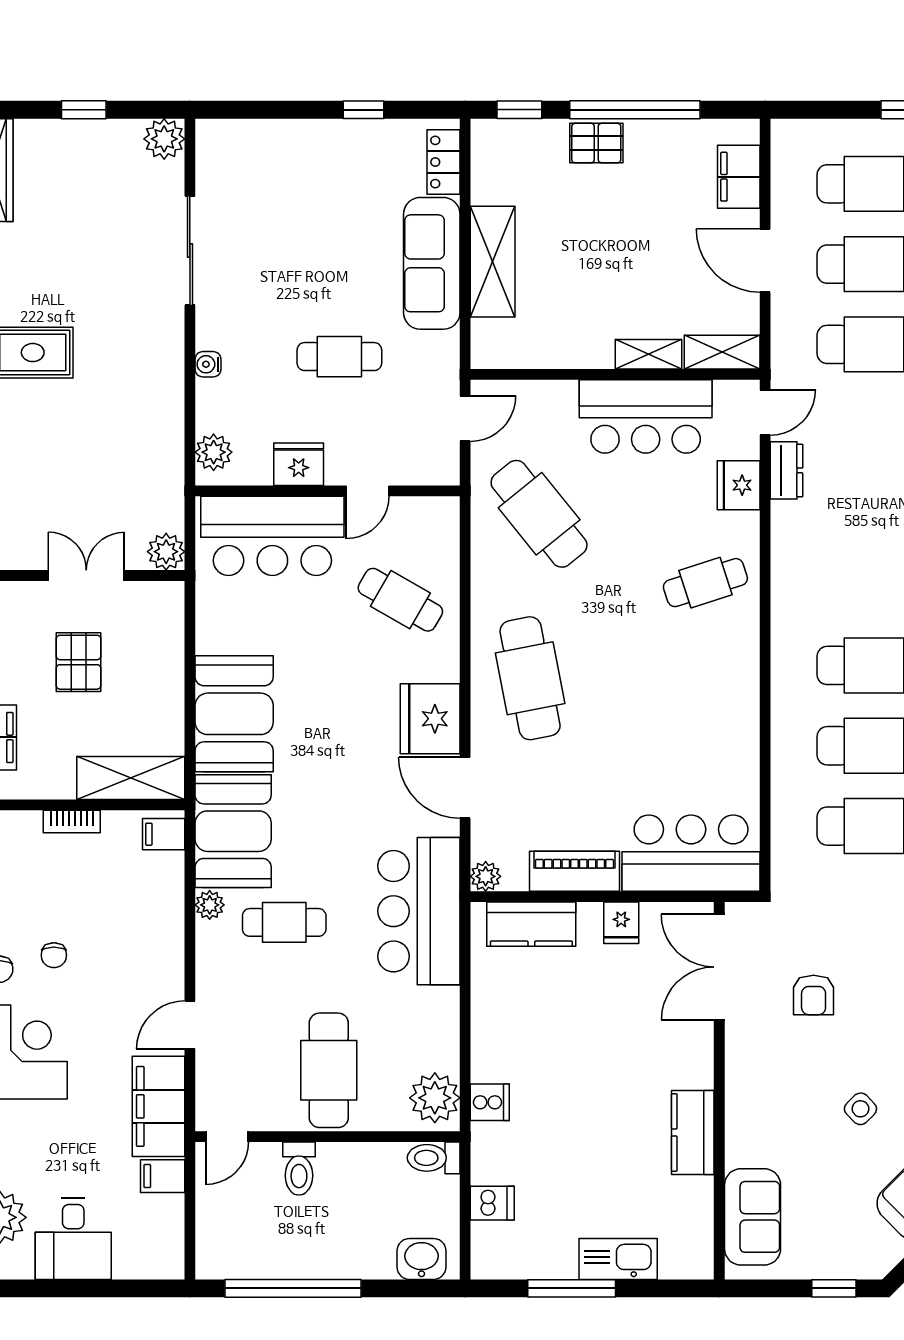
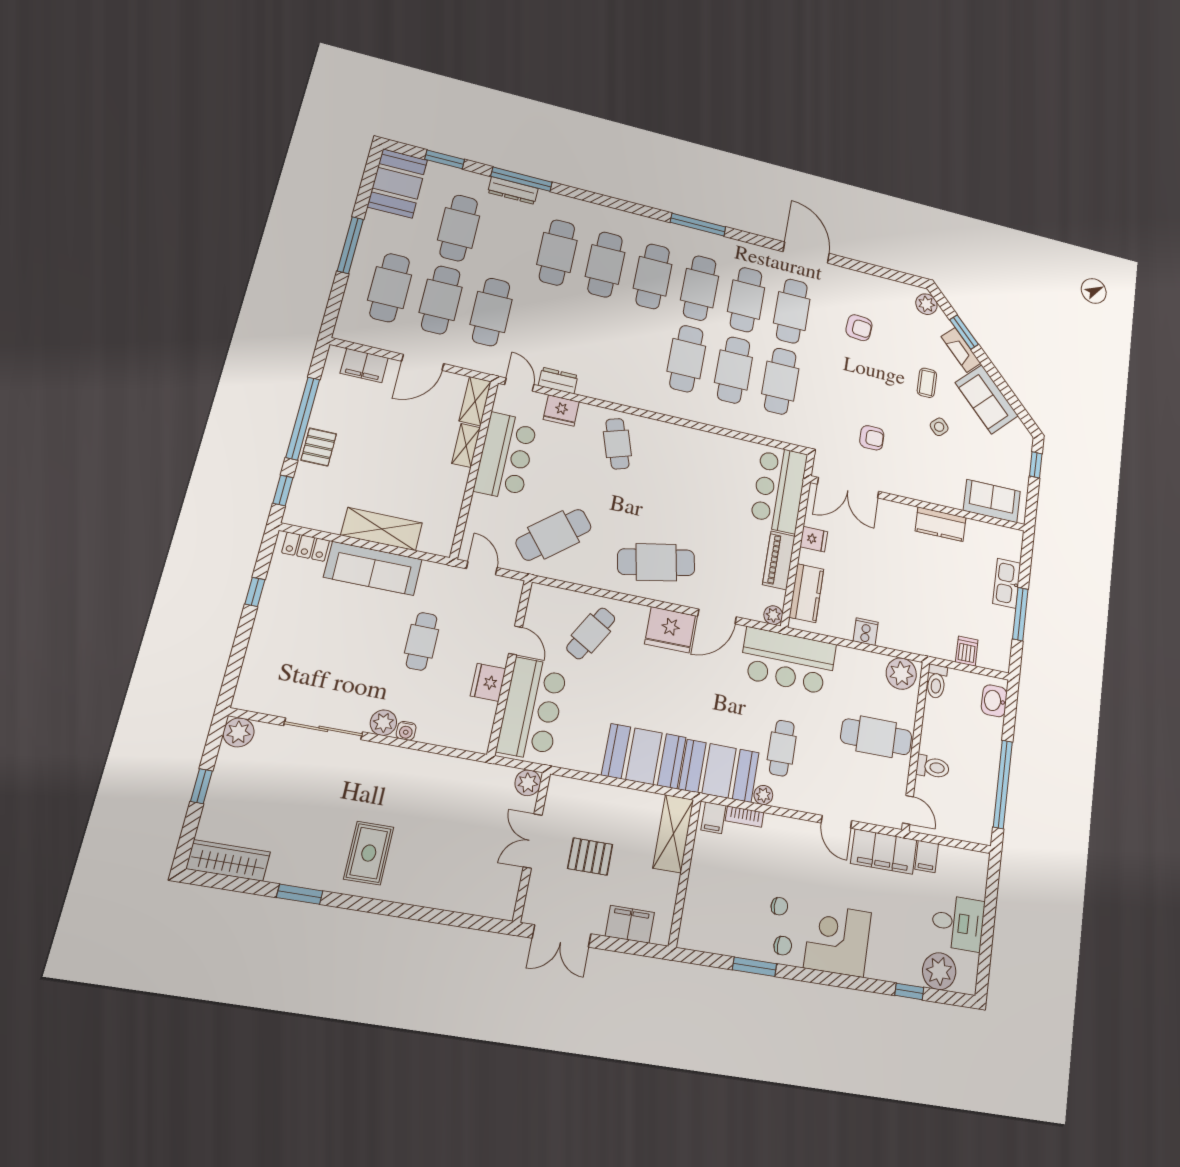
plant: (214, 452) -> (383, 723), moved
bookcase: (72, 822) -> (745, 817), moved, turned 90
cooker: (490, 1102) -> (866, 632), moved

